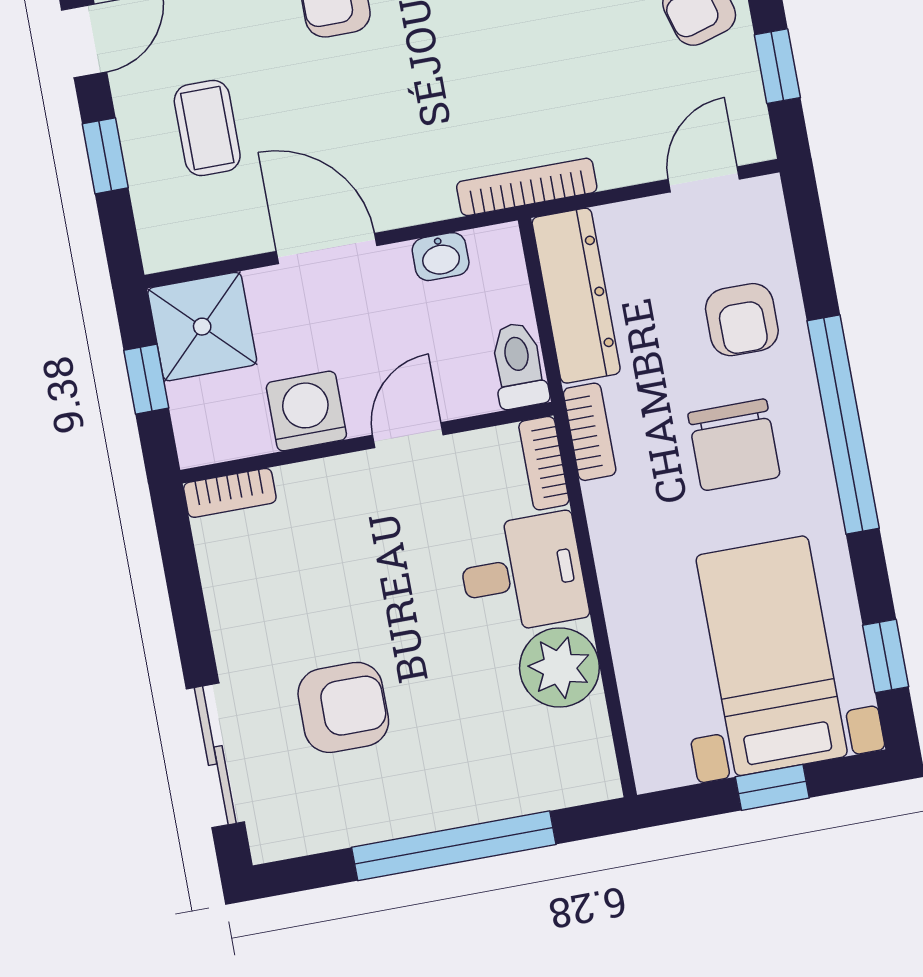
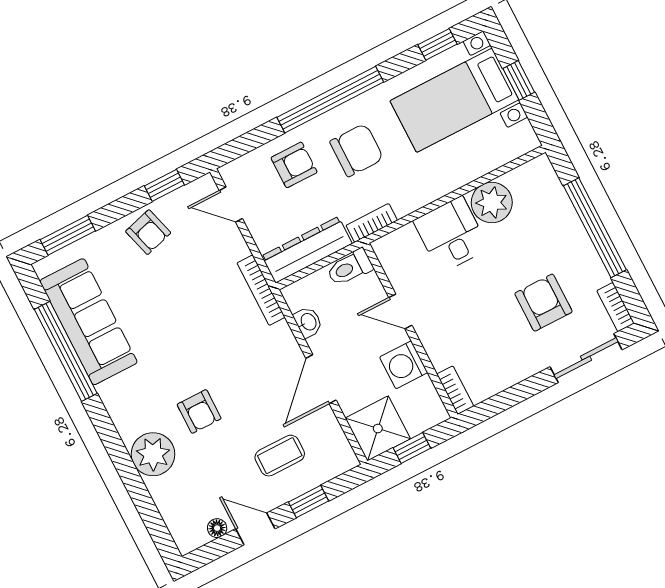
bookcase: (544, 463) -> (616, 307), moved, turned 90

